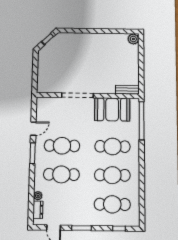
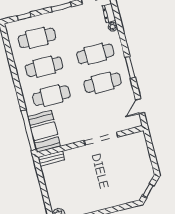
booth: (112, 109) -> (44, 131), moved, turned 90
door: (33, 129) -> (140, 106), moved

